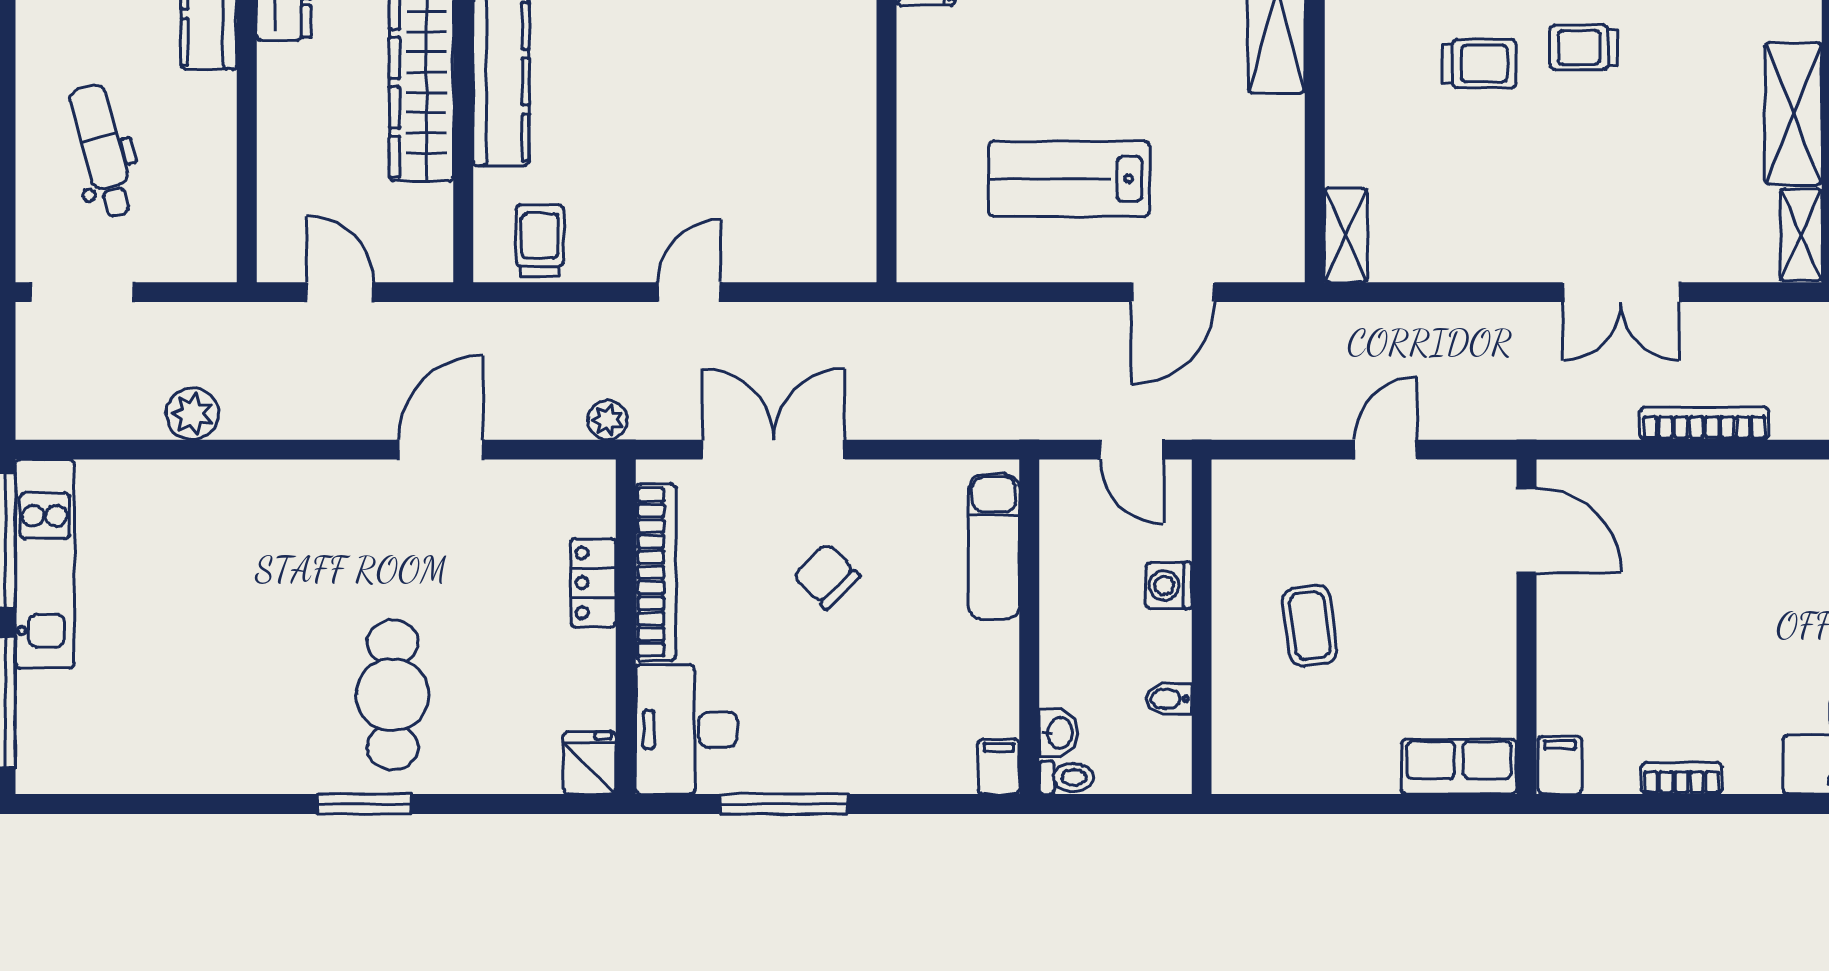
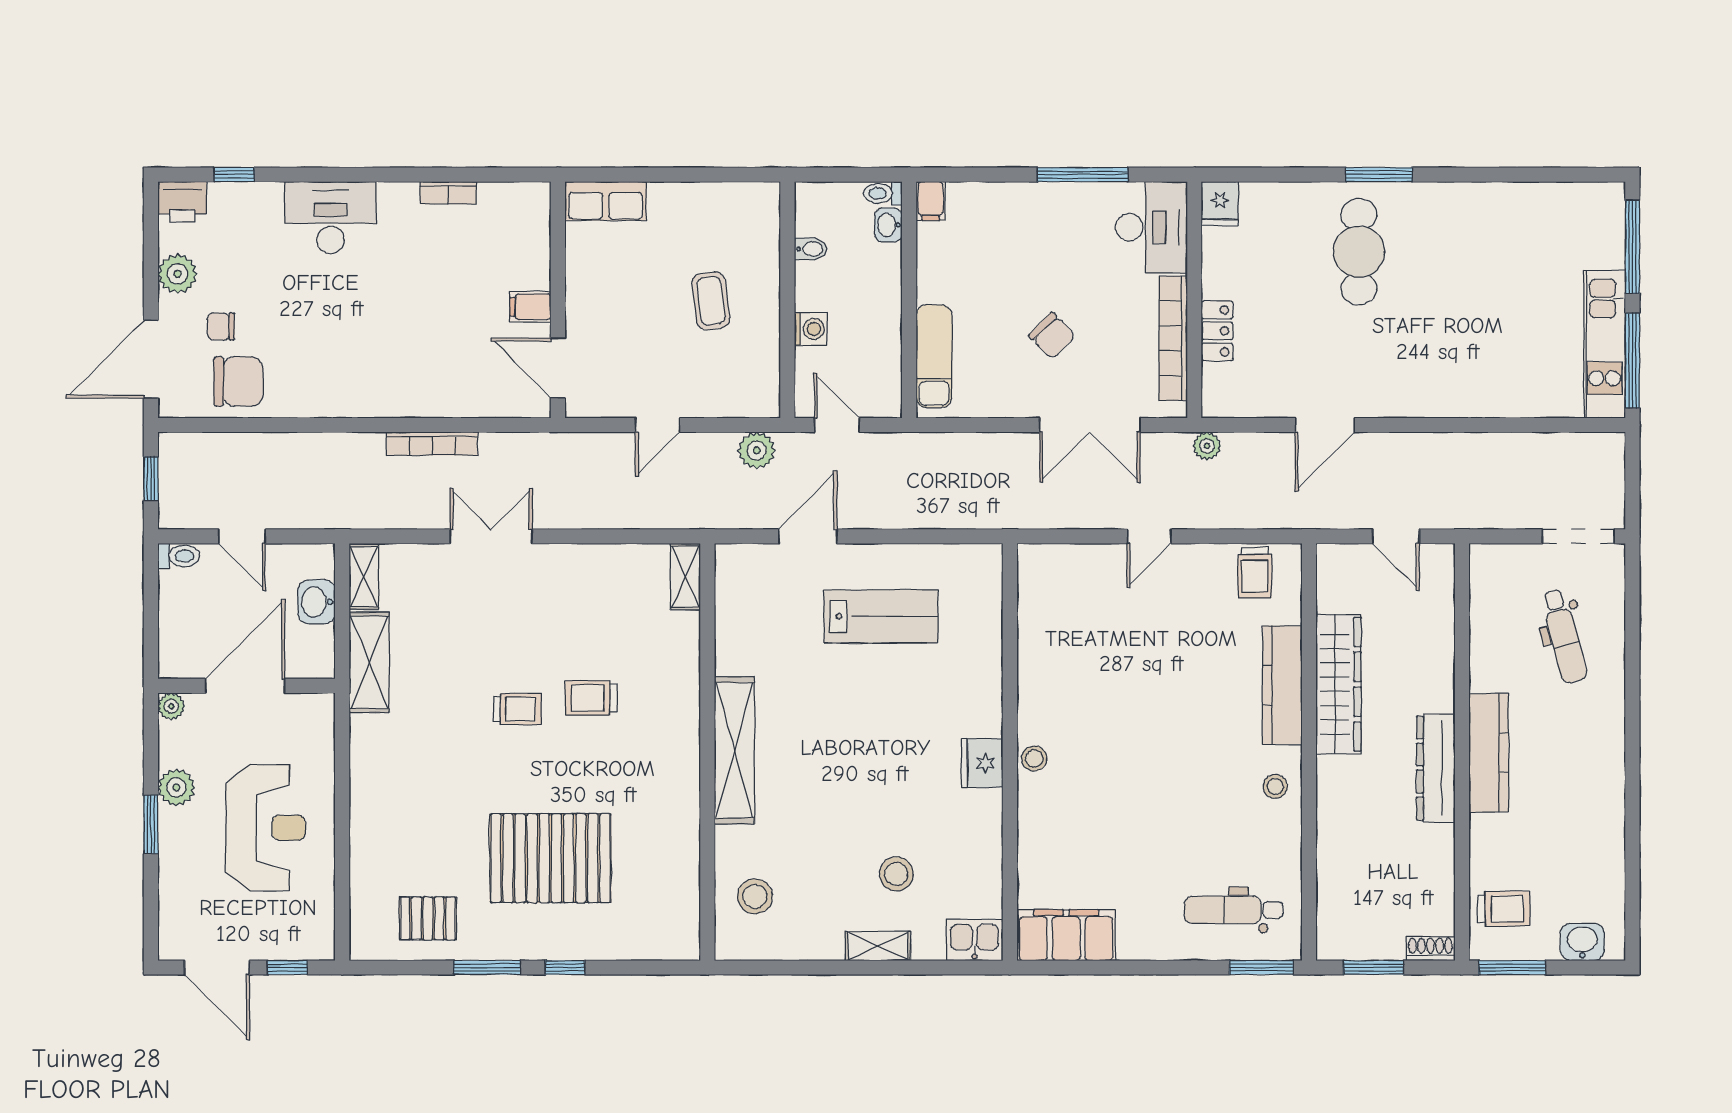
plant: (192, 414) -> (757, 450), moved
filing cabinet: (1560, 765) -> (530, 307), moved, turned 90

